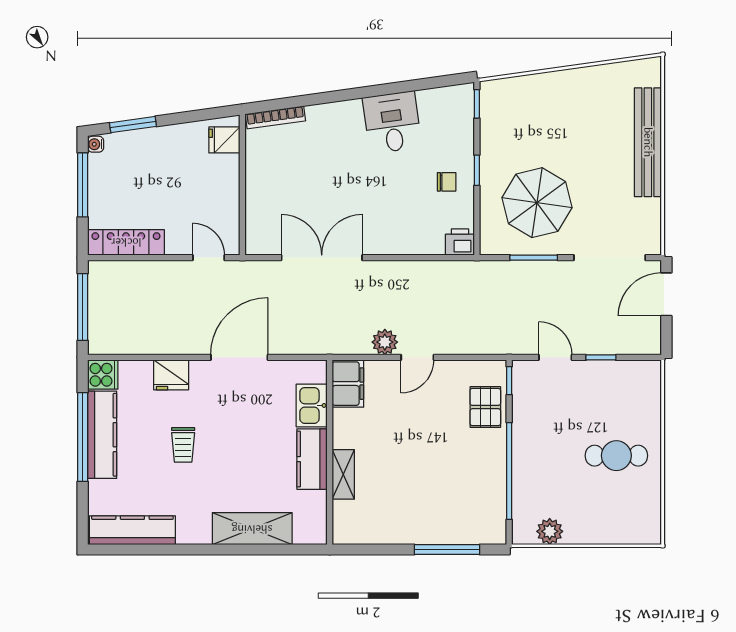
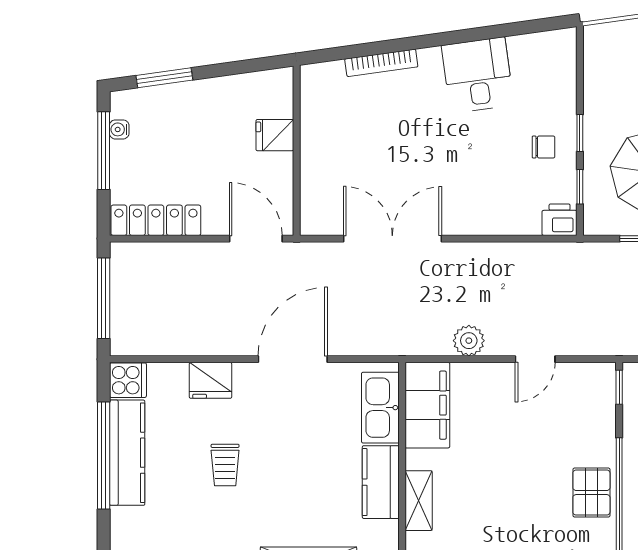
window: (477, 104) -> (580, 187), moved
bookcase: (275, 117) -> (381, 63), moved
fridge: (224, 140) -> (275, 135), moved
water cooler: (96, 144) -> (119, 129), moved
door: (209, 258) -> (256, 239), width x1.38
door: (417, 357) -> (535, 359), moved
filing cabinet: (348, 384) -> (427, 405), width x1.50, depth x1.17
kitchen sink: (312, 405) -> (380, 408), width x1.38
pallet: (485, 407) -> (591, 493), moved

